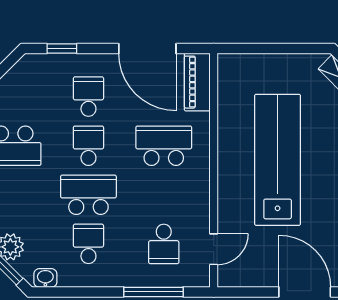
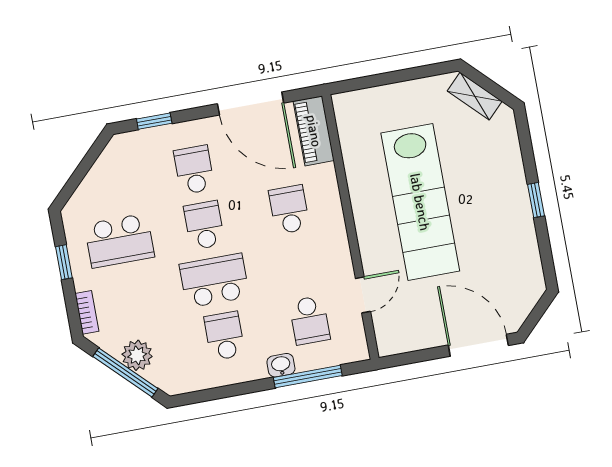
school desk: (164, 146) -> (289, 210), width x0.54
lab bench: (278, 160) -> (420, 202), turned 180
door: (214, 249) -> (363, 295), moved
washbasin: (45, 278) -> (281, 365), moved

